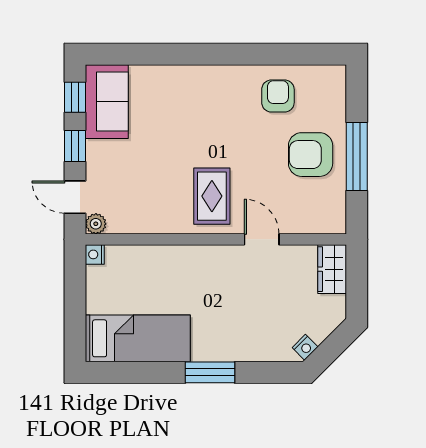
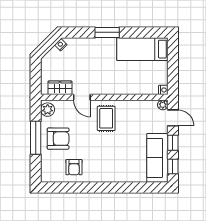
sofa: (107, 102) -> (157, 158), width x1.36
plant: (332, 214) -> (48, 110), added
wardrobe: (332, 269) -> (60, 88), moved, turned -90

